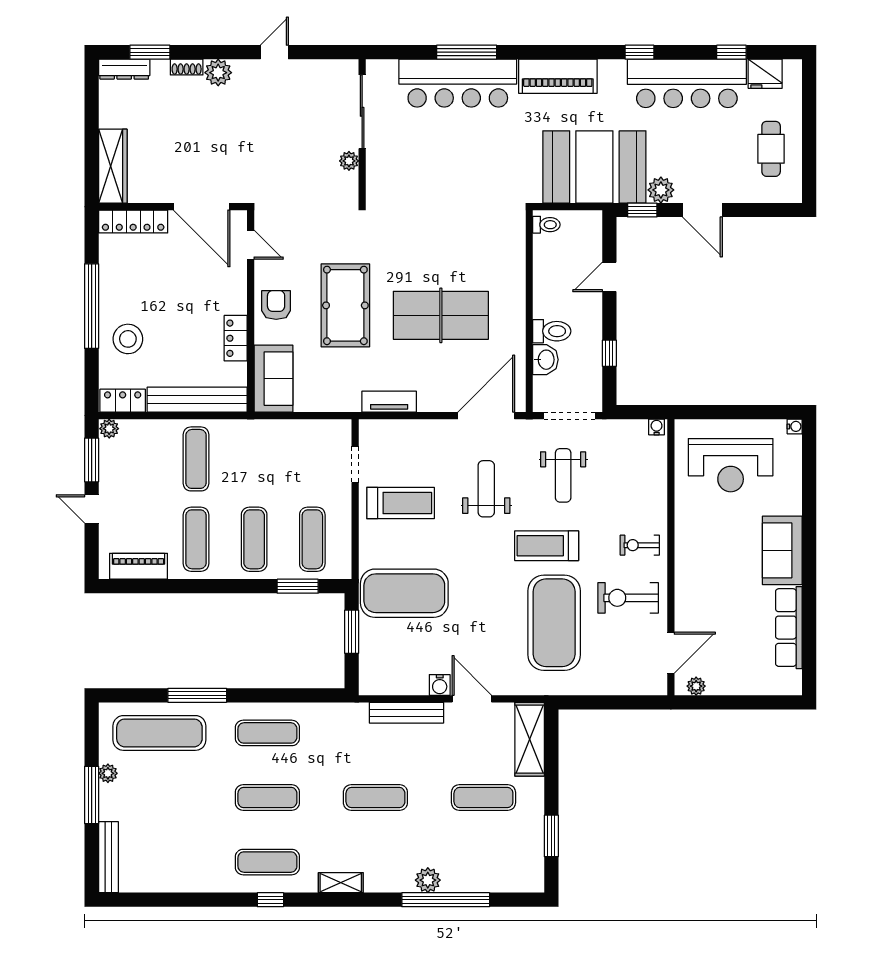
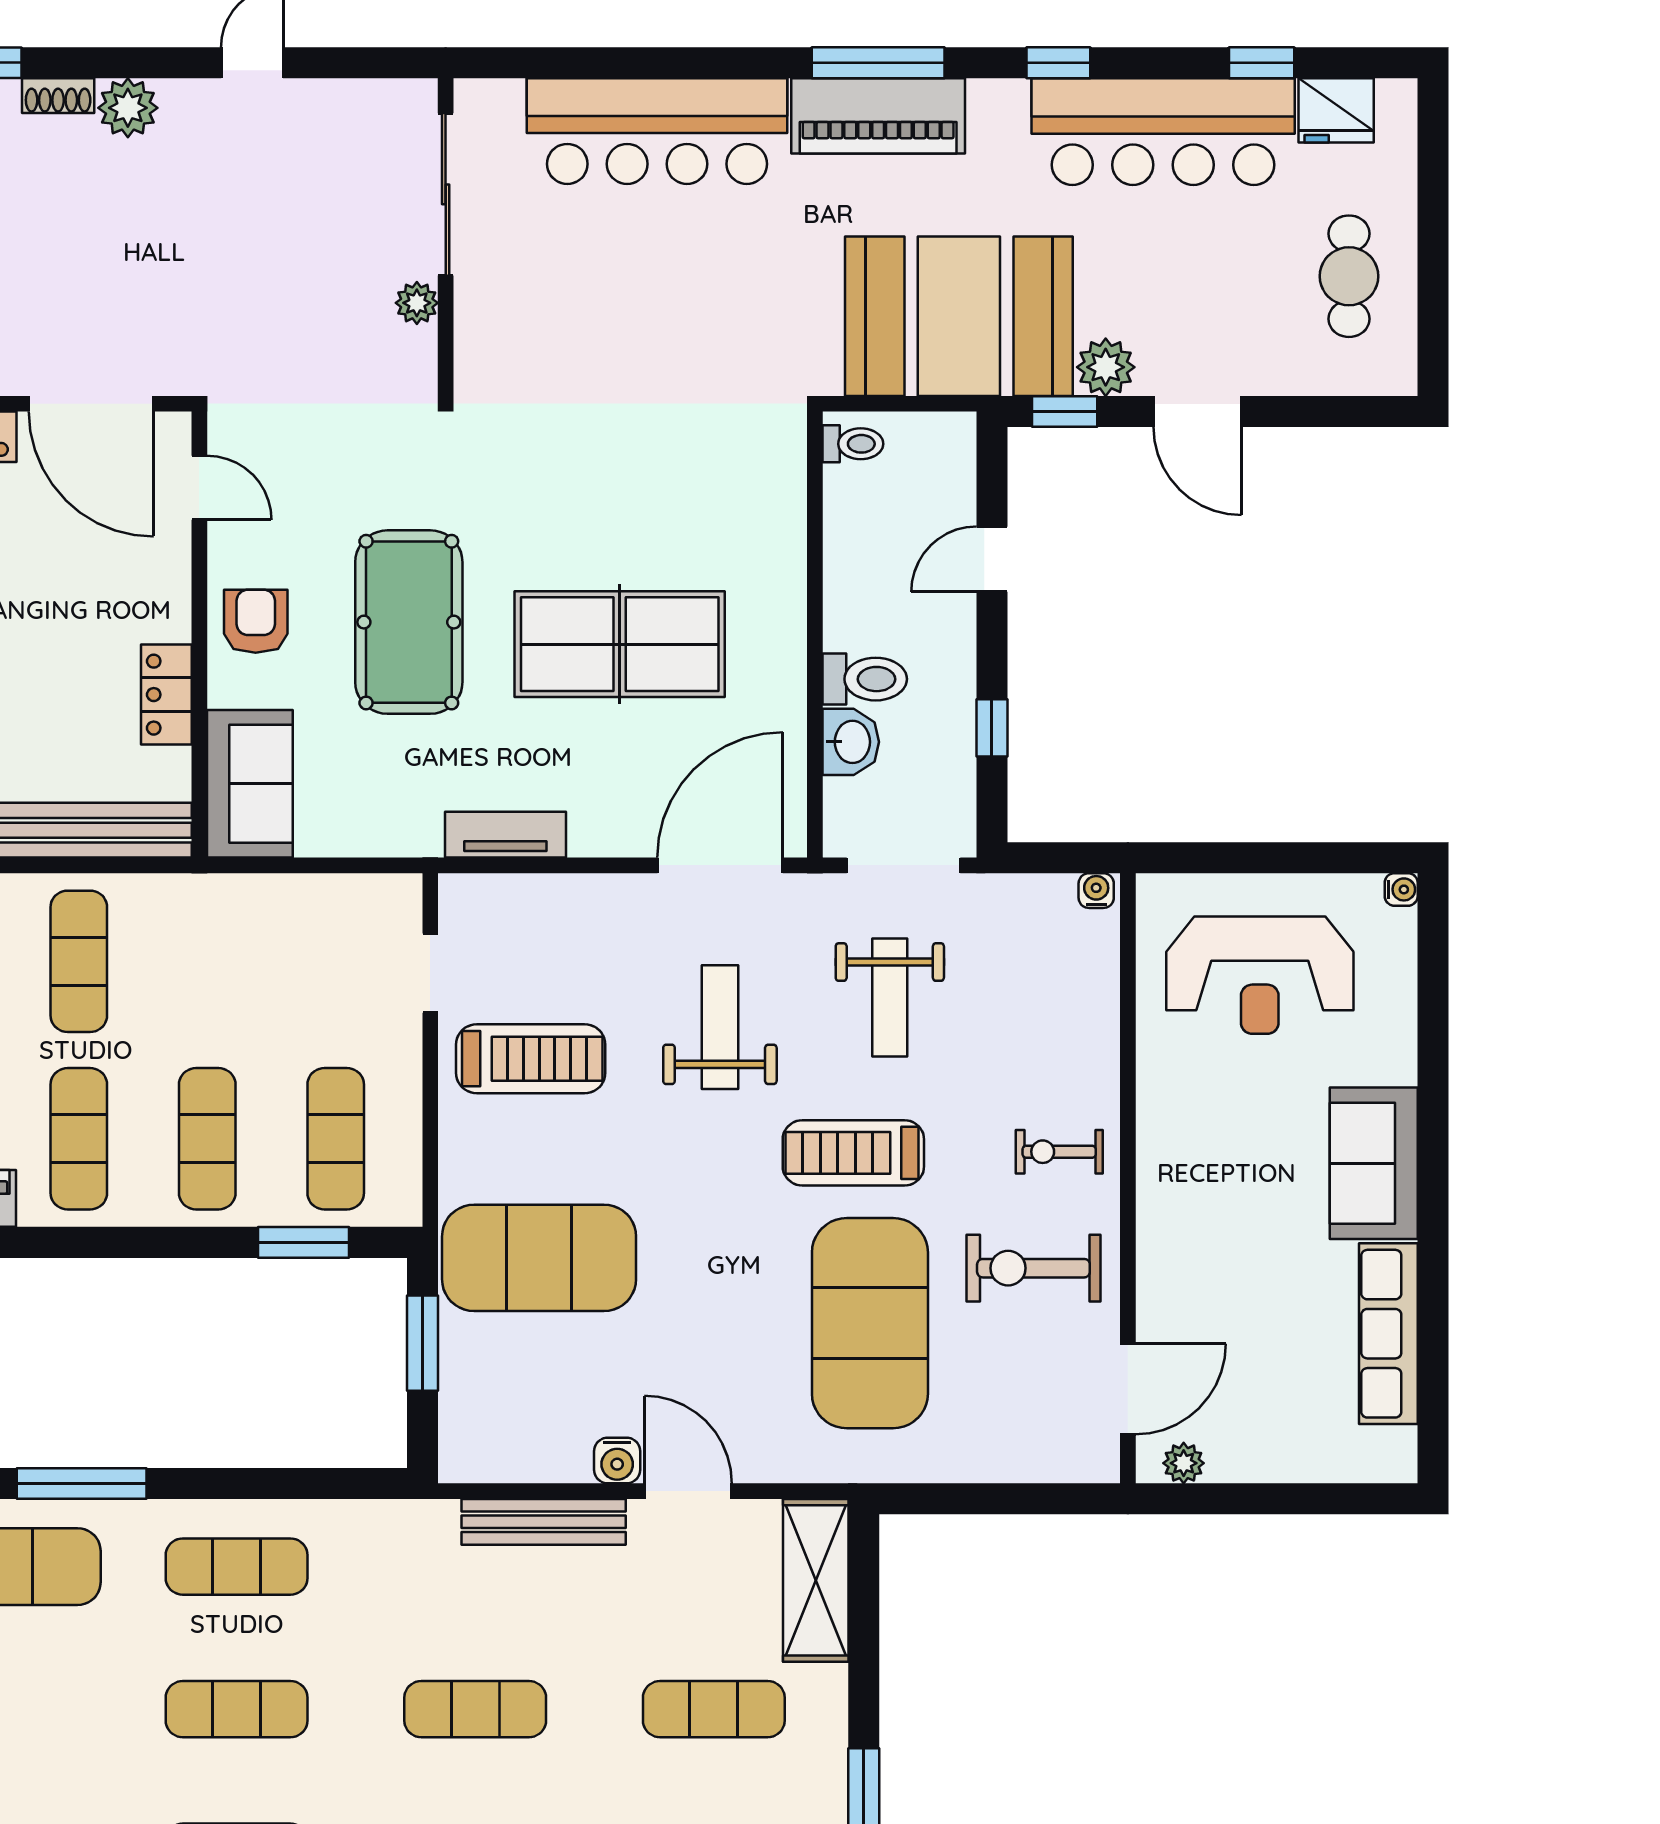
window: (467, 52) -> (878, 63), moved

